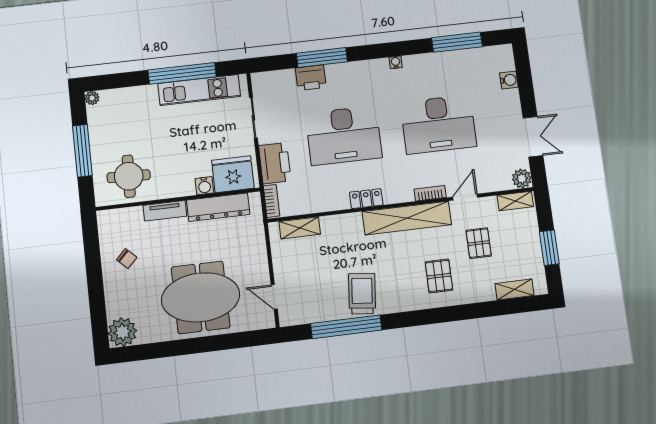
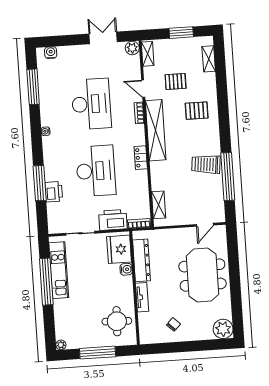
water cooler: (509, 80) -> (51, 53), moved

